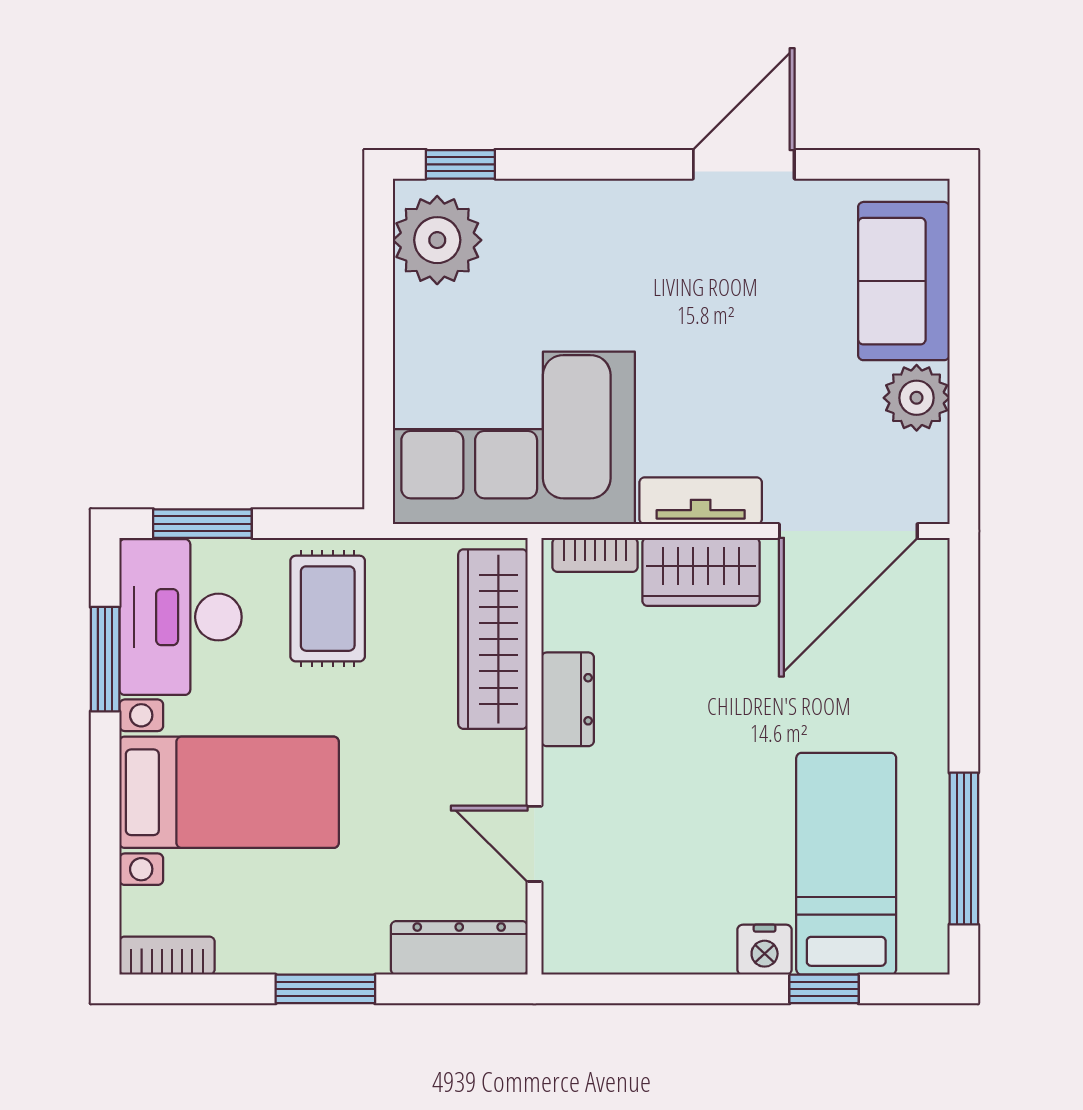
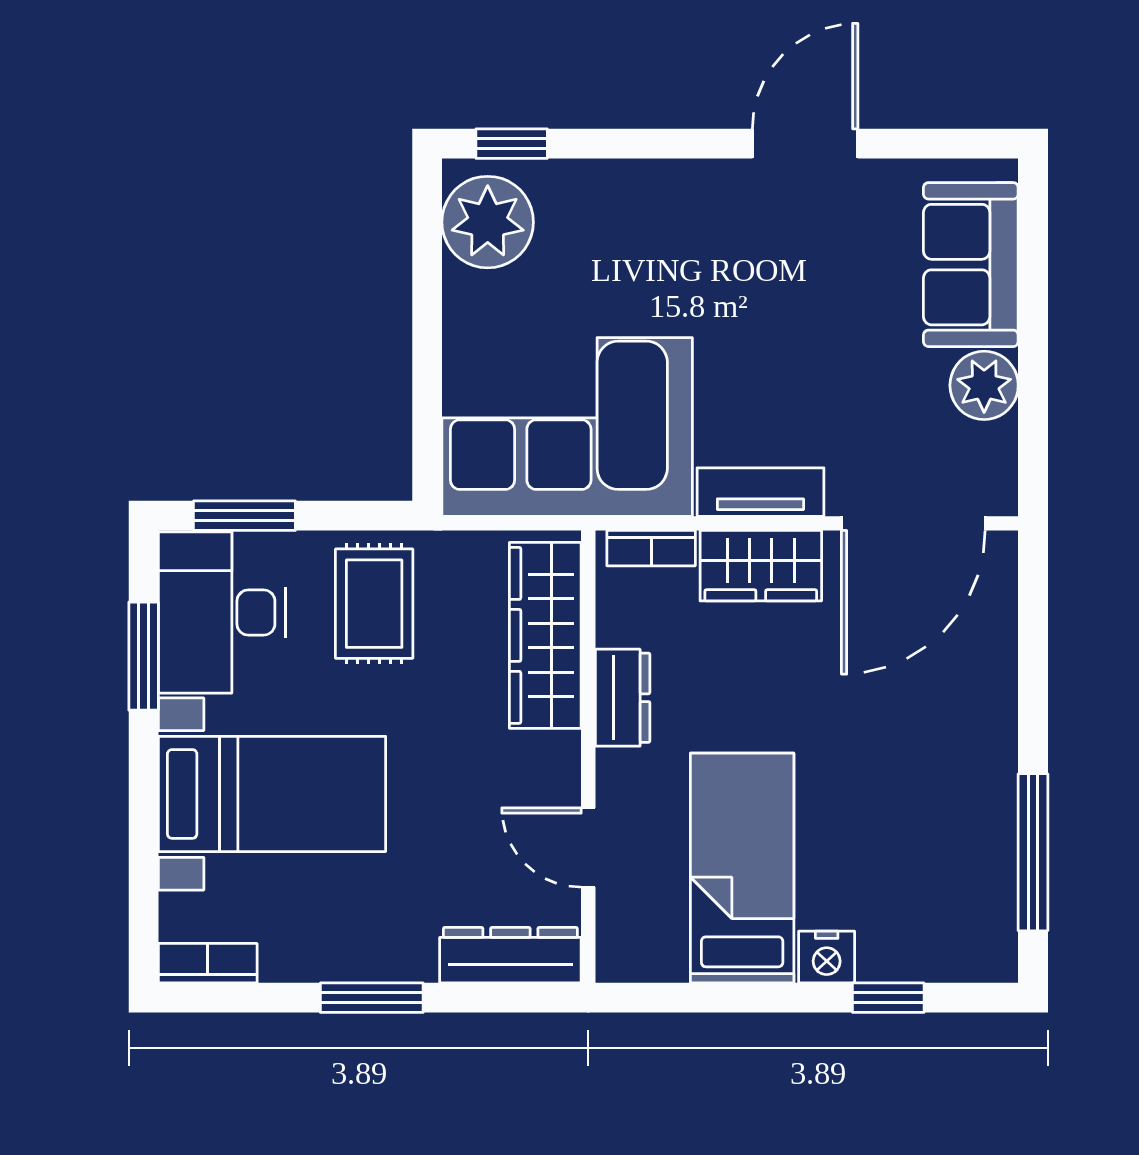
bed: (846, 864) -> (742, 868), moved

